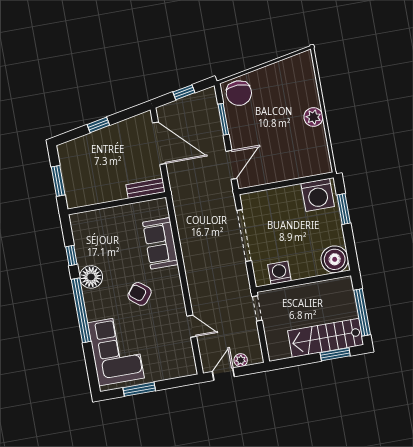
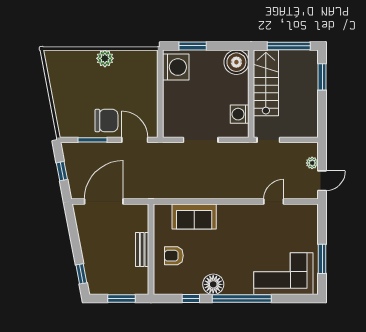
chair: (239, 93) -> (106, 121), moved
window: (98, 125) -> (81, 274), moved
bench: (146, 188) -> (142, 250), moved
doorway: (244, 236) -> (201, 140), width x0.73
armchair: (140, 294) -> (174, 256), moved, turned 52
stairs: (326, 338) -> (266, 83), moved, turned 180
door: (223, 374) -> (322, 181), swing flipped

